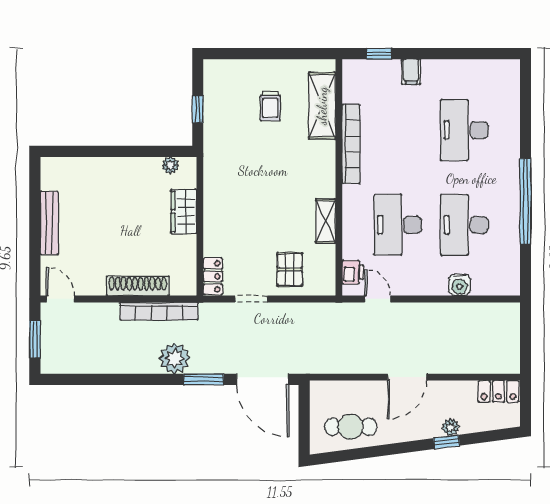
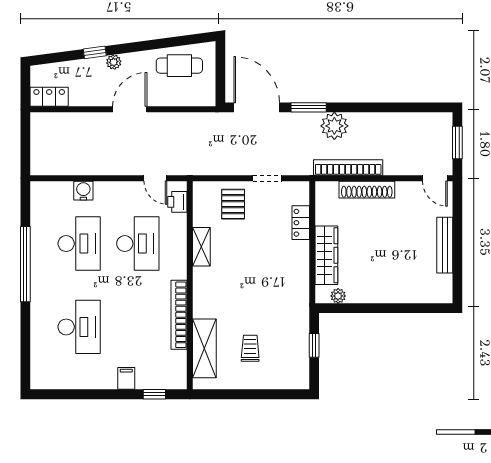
wardrobe: (184, 211) -> (326, 255), width x1.50
locker: (213, 276) -> (301, 223), moved
plant: (451, 427) -> (114, 62), moved

